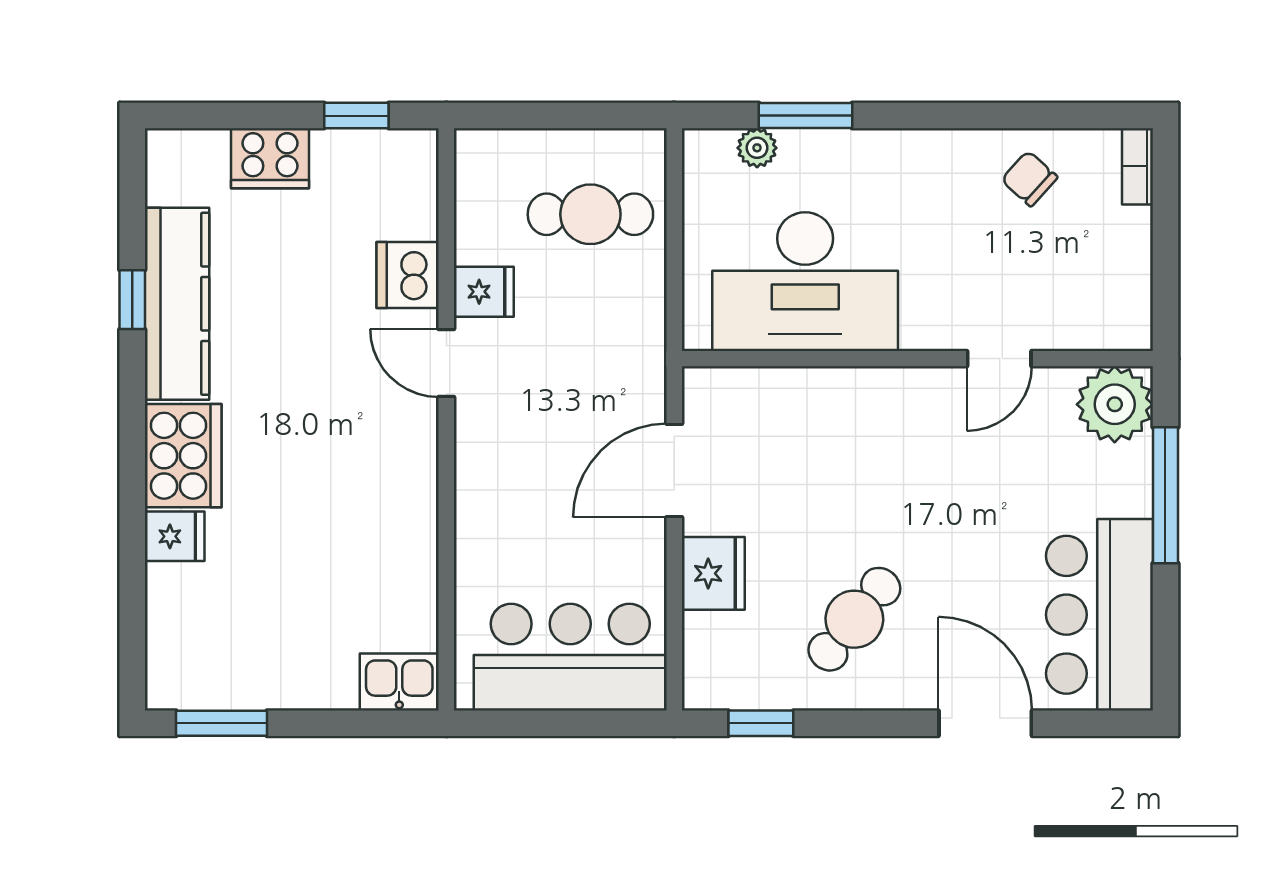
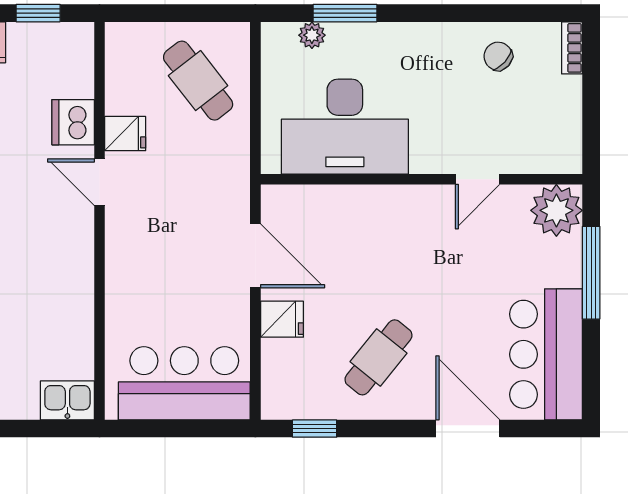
cafe table: (590, 214) -> (198, 81), turned 52
door: (674, 471) -> (255, 256), swing flipped
fridge: (713, 573) -> (282, 319), width x0.72

